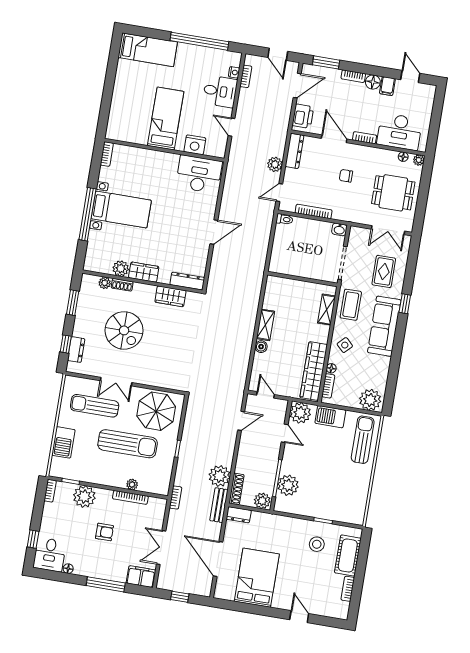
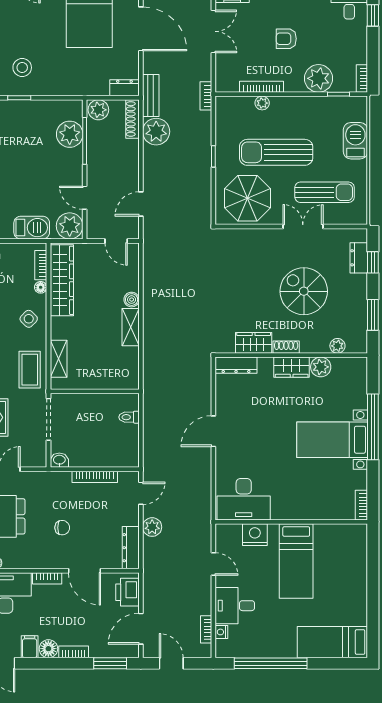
toilet: (284, 219) -> (129, 417), moved
shoe rack: (122, 285) -> (286, 347), moved

